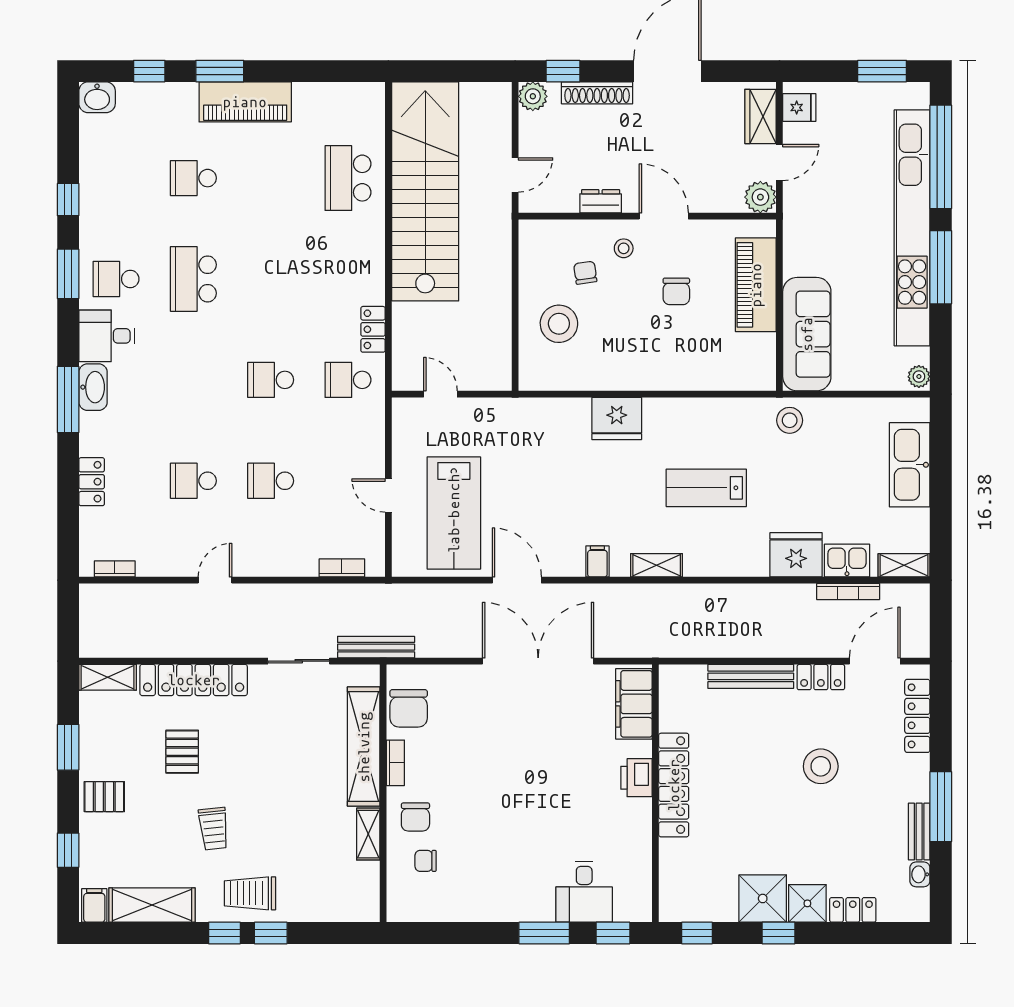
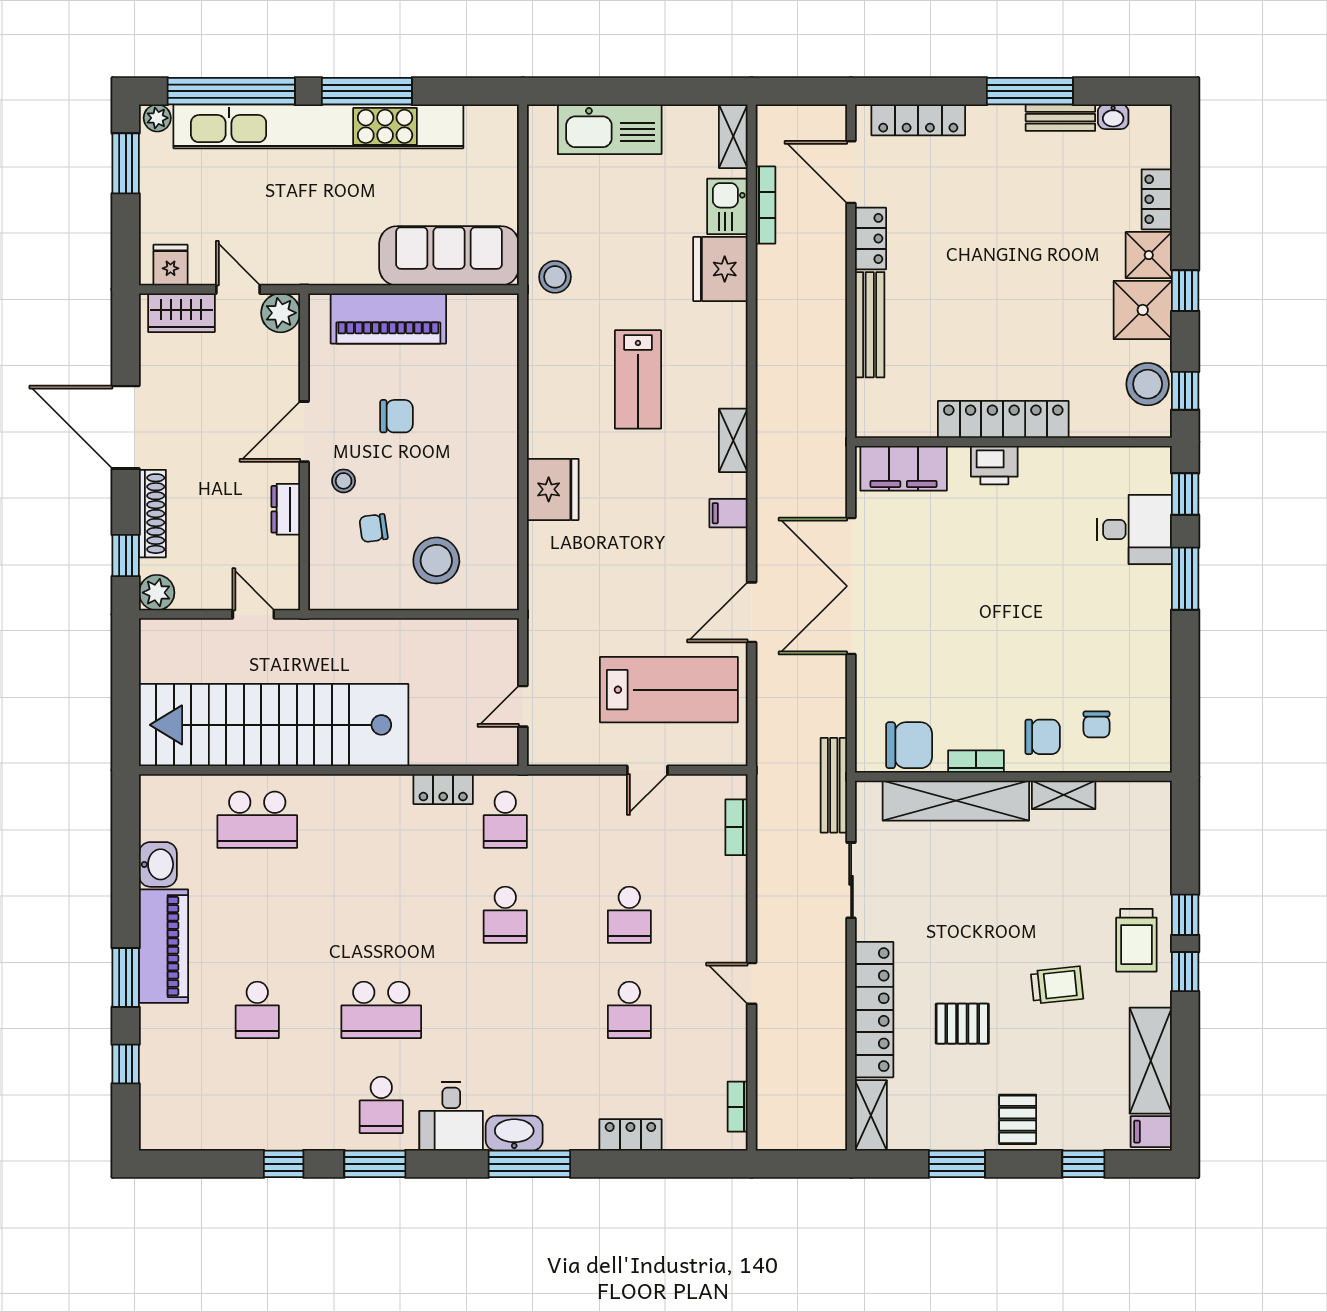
washbasin: (97, 97) -> (158, 864), moved
plant: (919, 377) -> (157, 118), moved
stool: (821, 766) -> (1148, 384), moved

